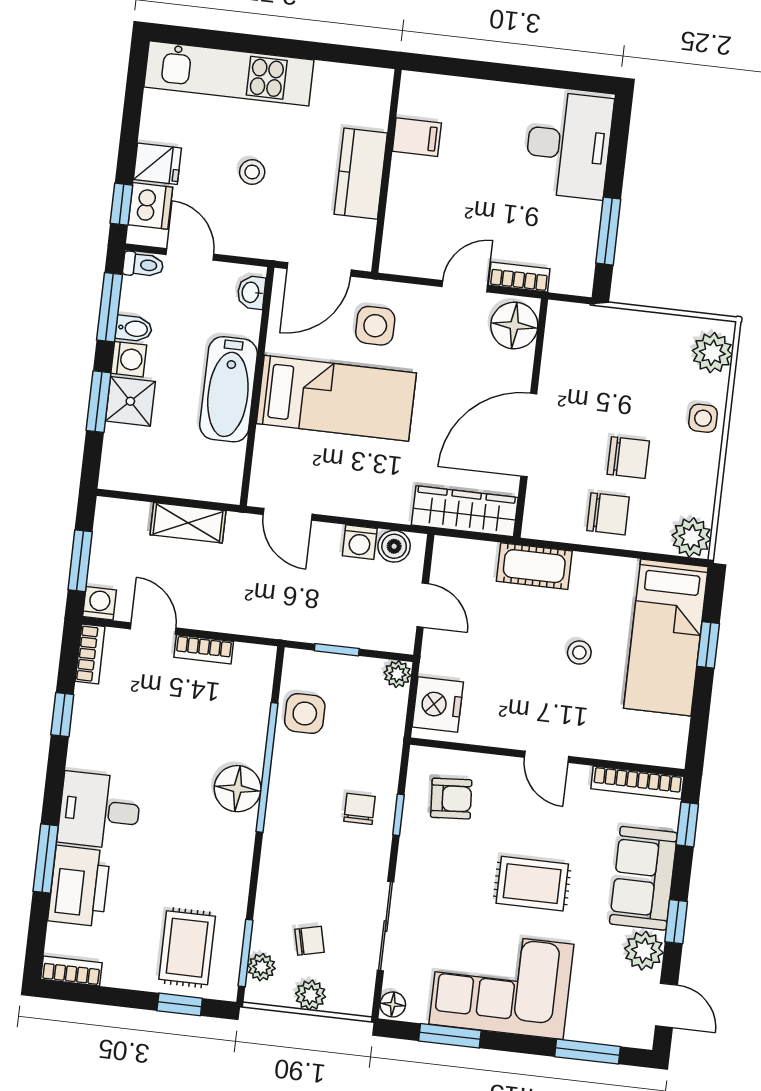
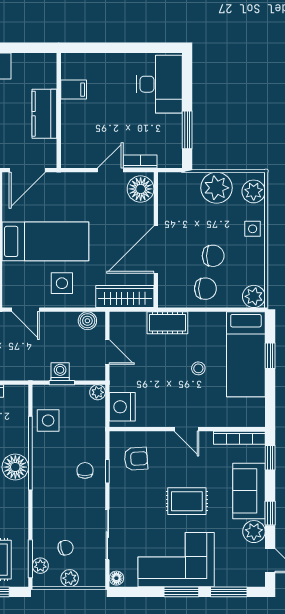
side table: (375, 326) -> (62, 283), moved
plant: (648, 339) -> (216, 188), added
washing machine: (360, 542) -> (60, 372), moved, turned 180
window: (450, 1036) -> (181, 592), moved

